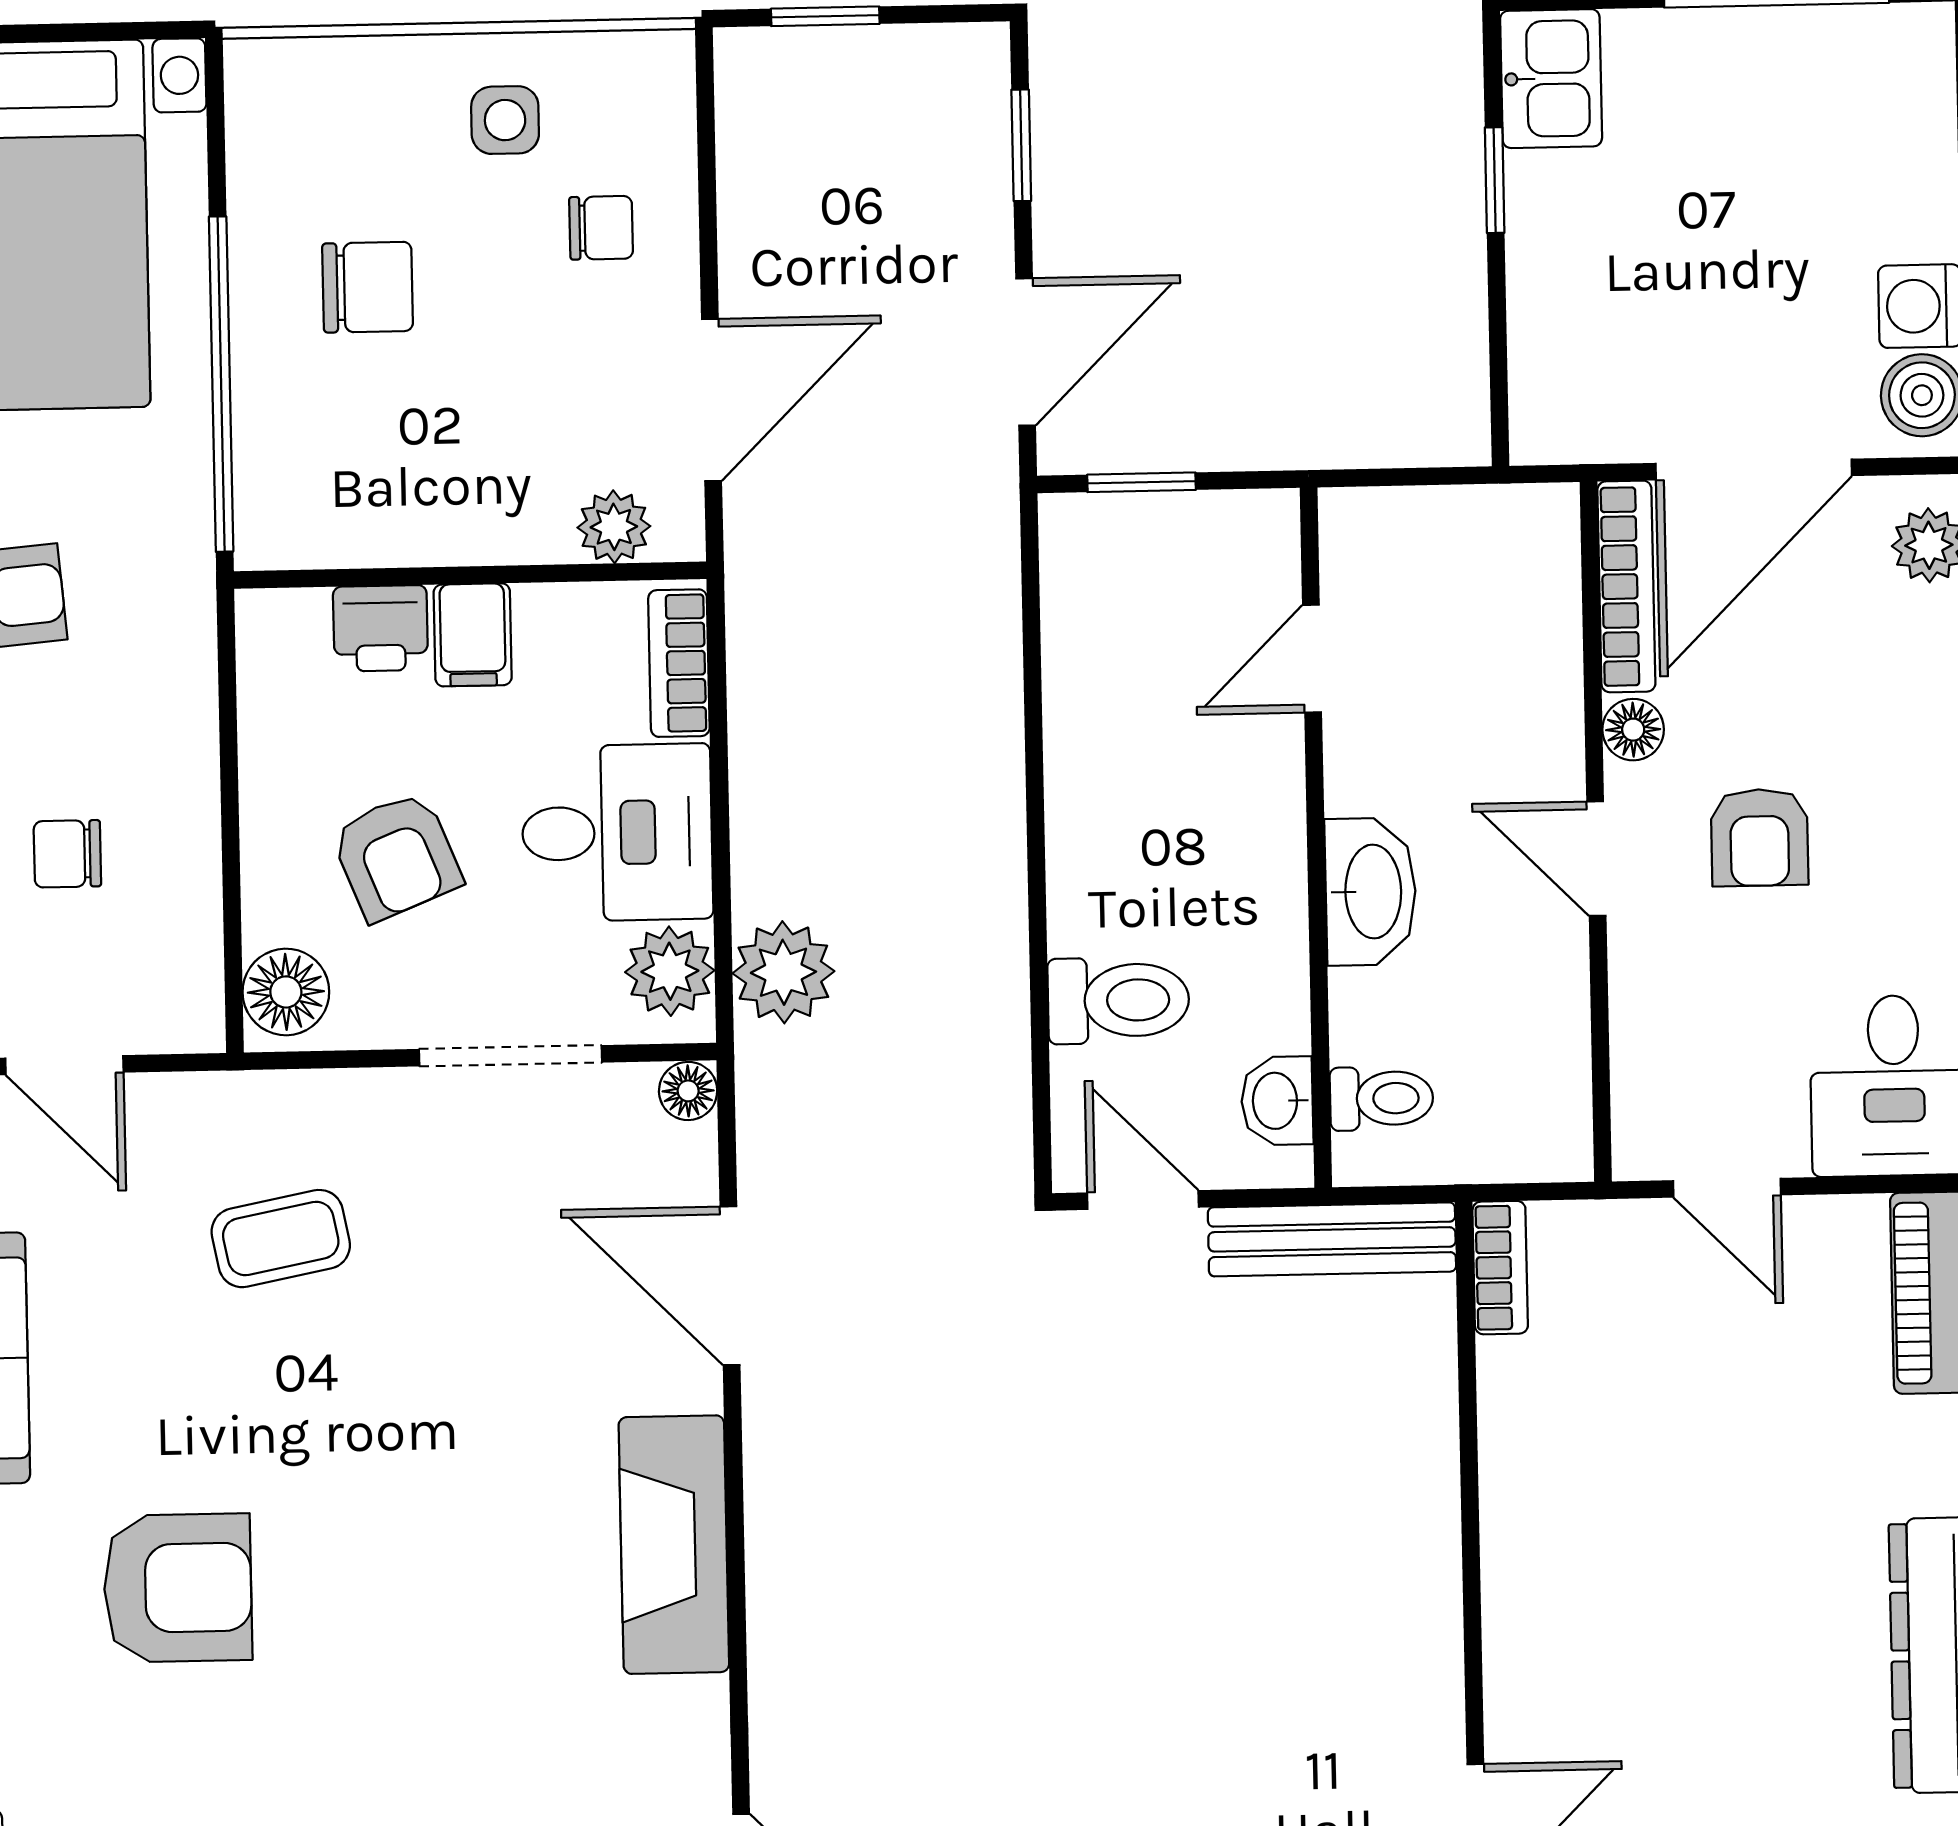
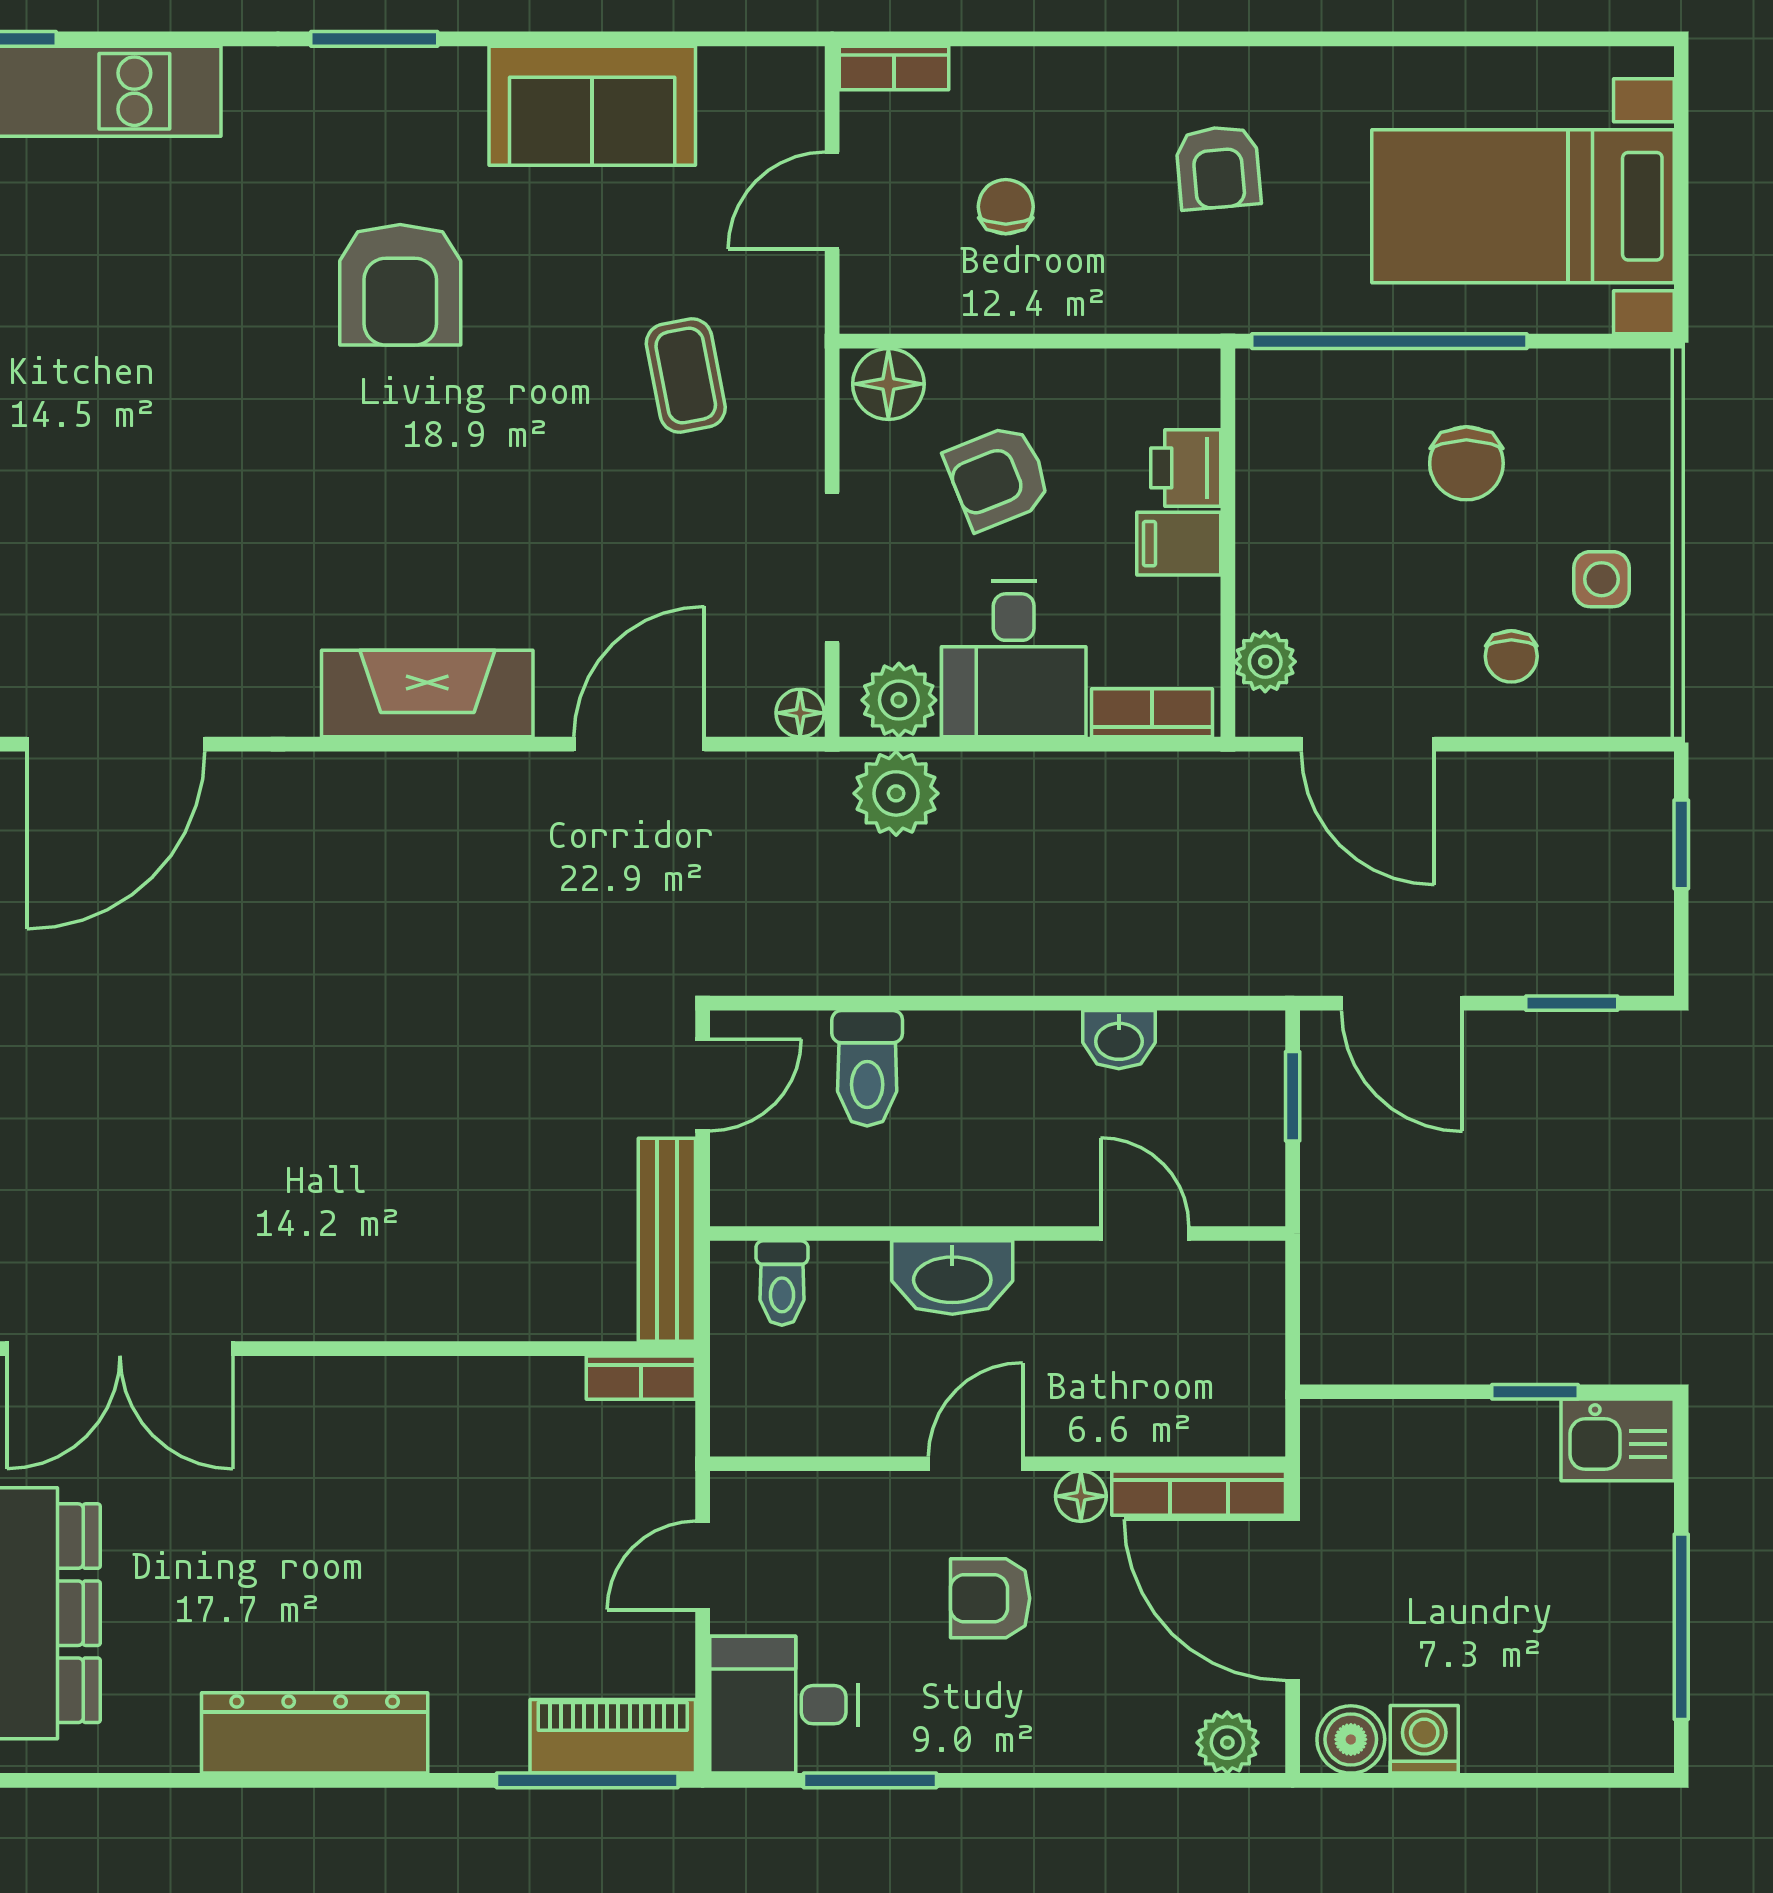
washbasin: (1277, 1101) -> (1119, 1040), moved, turned 180

